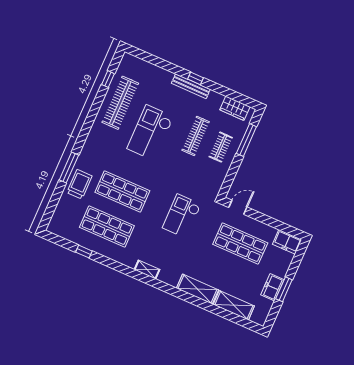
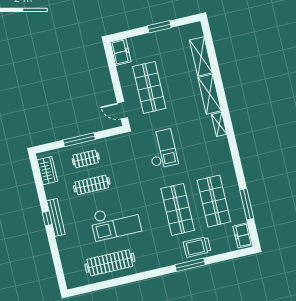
window: (108, 79) -> (99, 286), removed
window: (246, 140) -> (79, 140), moved
checkout: (182, 216) -> (162, 149), turned -90
window: (84, 252) -> (247, 204), width x2.17
shelving: (147, 270) -> (219, 124), moved
freezer: (272, 287) -> (243, 235), moved, turned 90

